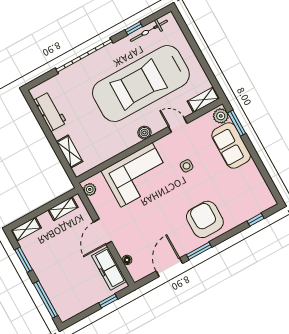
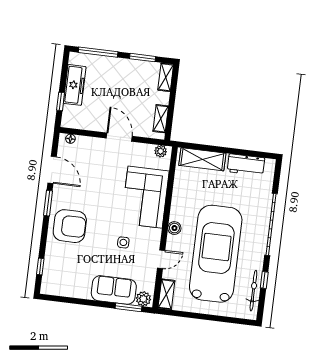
shelving: (70, 152) -> (202, 159), width x1.50, depth x1.33
floor lamp: (127, 260) -> (70, 139), moved
freezer: (109, 268) -> (75, 85), moved, turned 90

